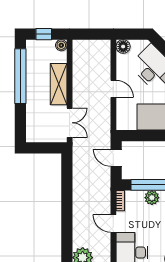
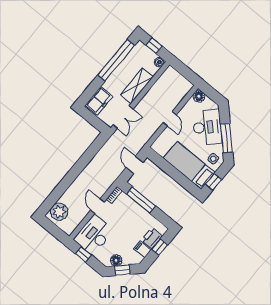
freezer: (35, 126) -> (99, 101), added
plant: (152, 198) -> (136, 210), removed

